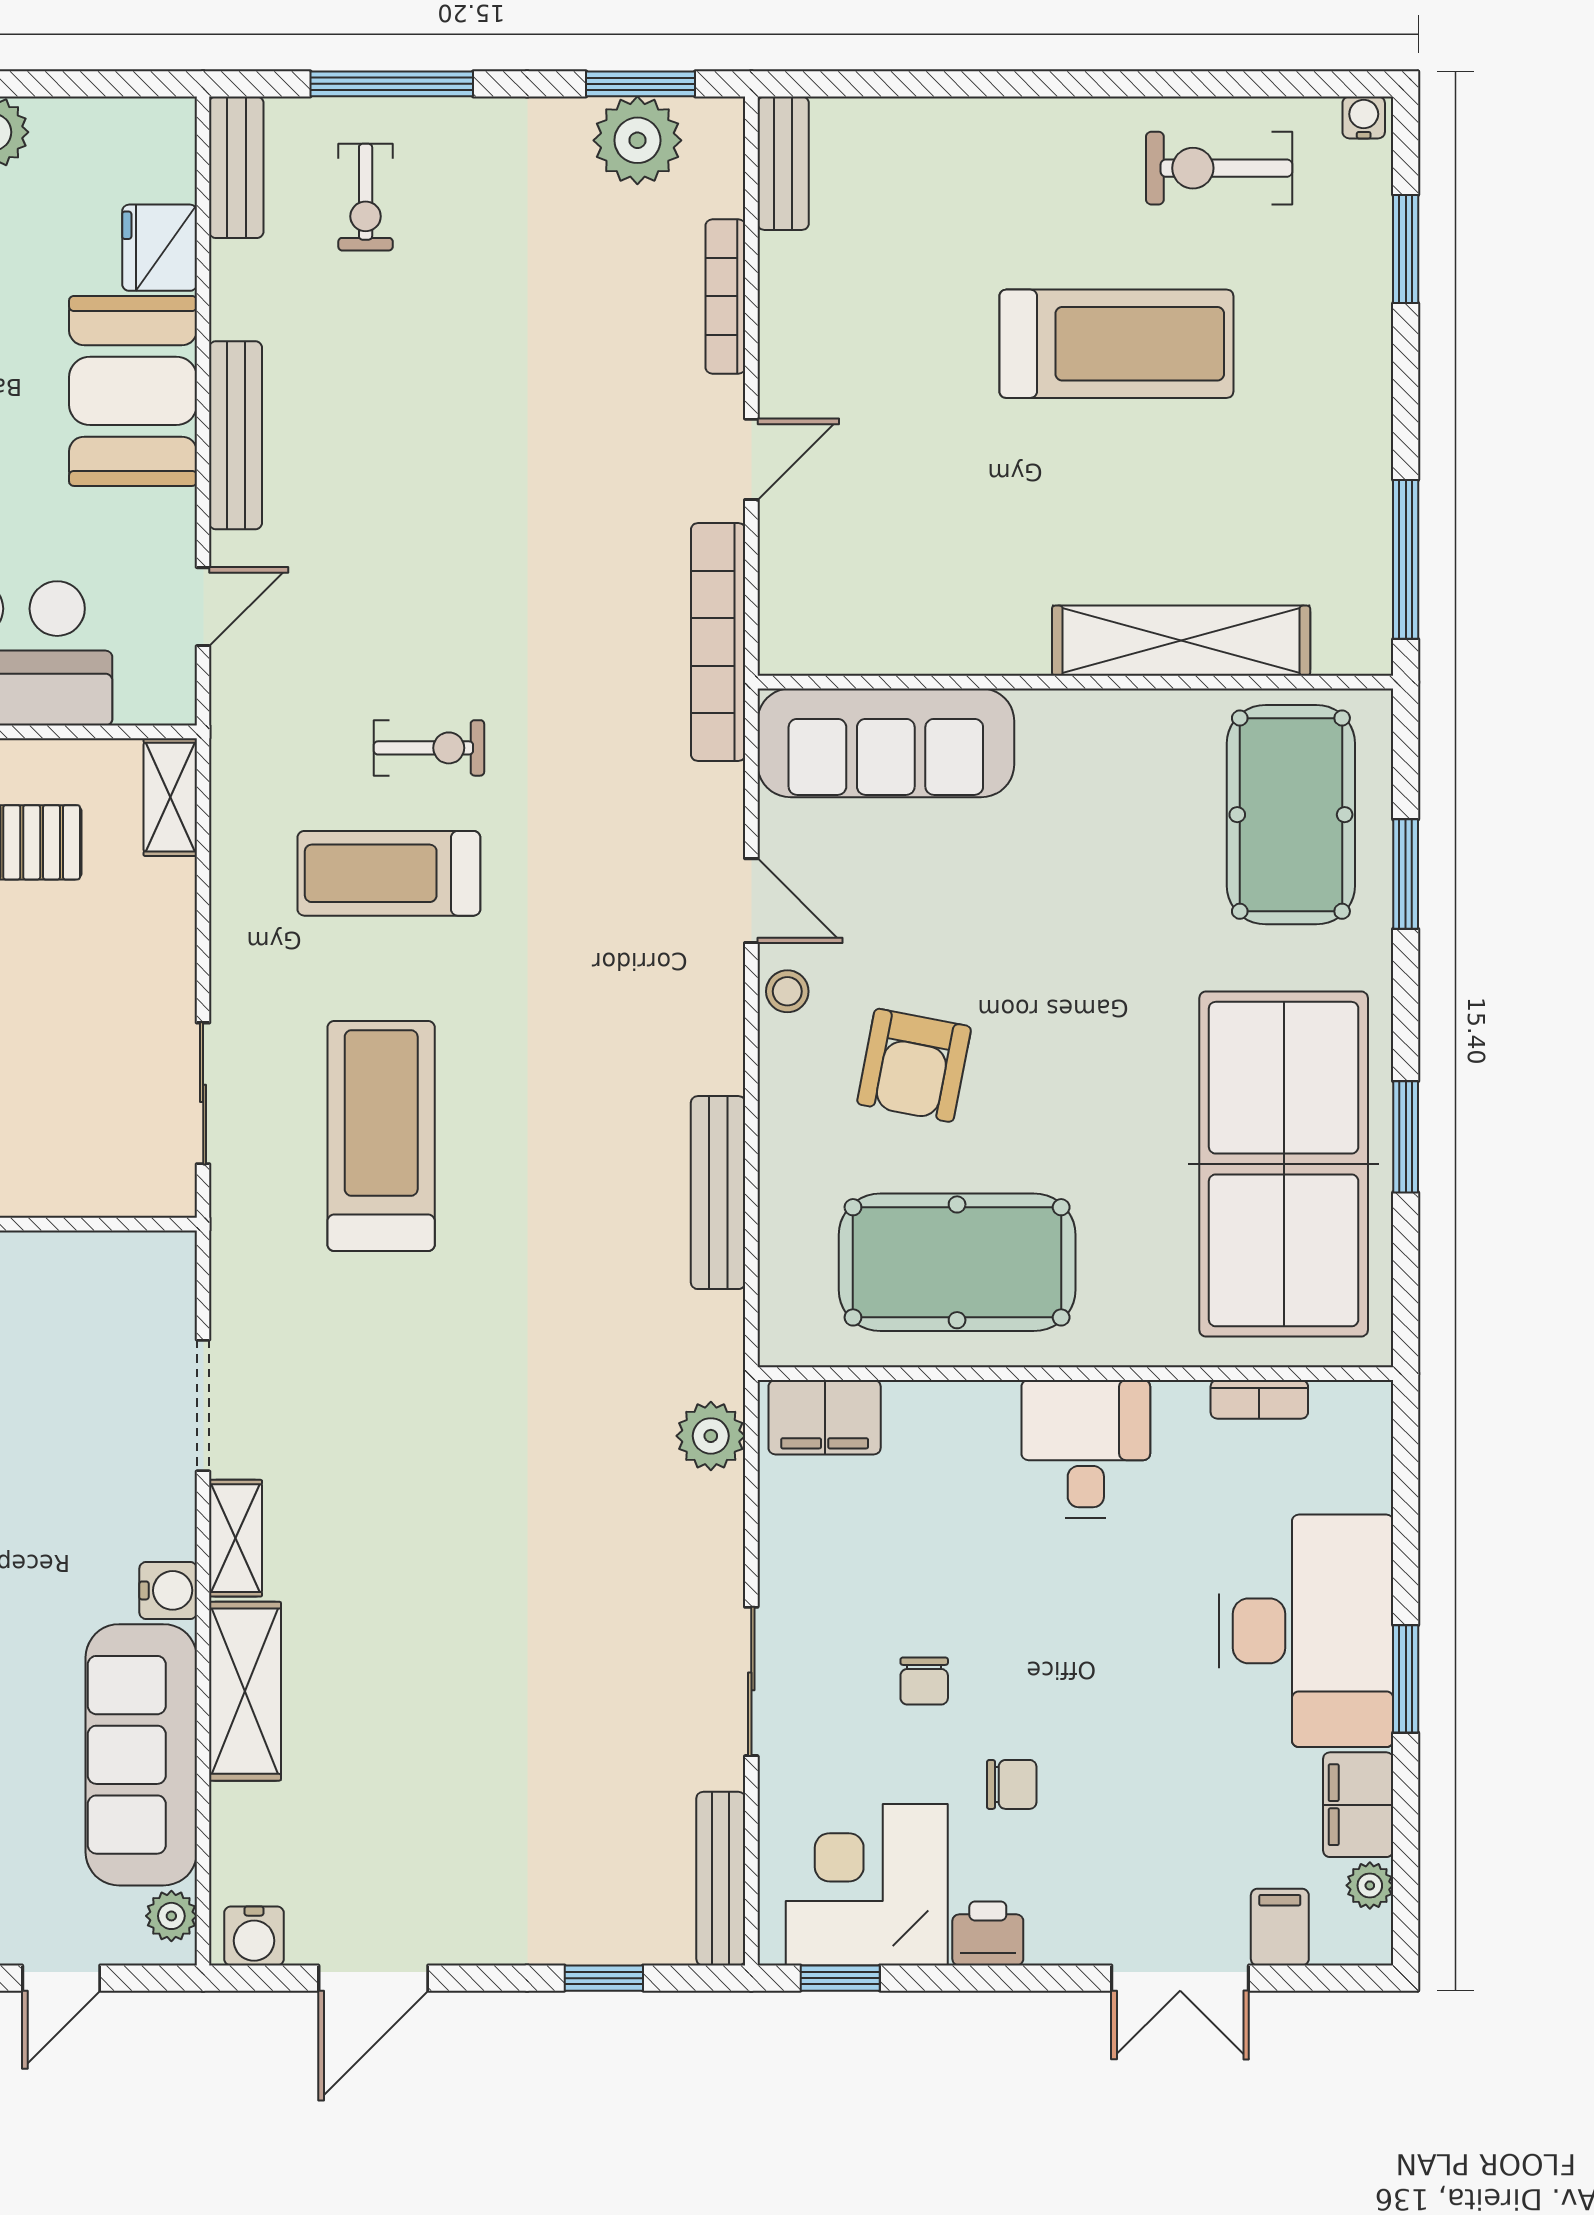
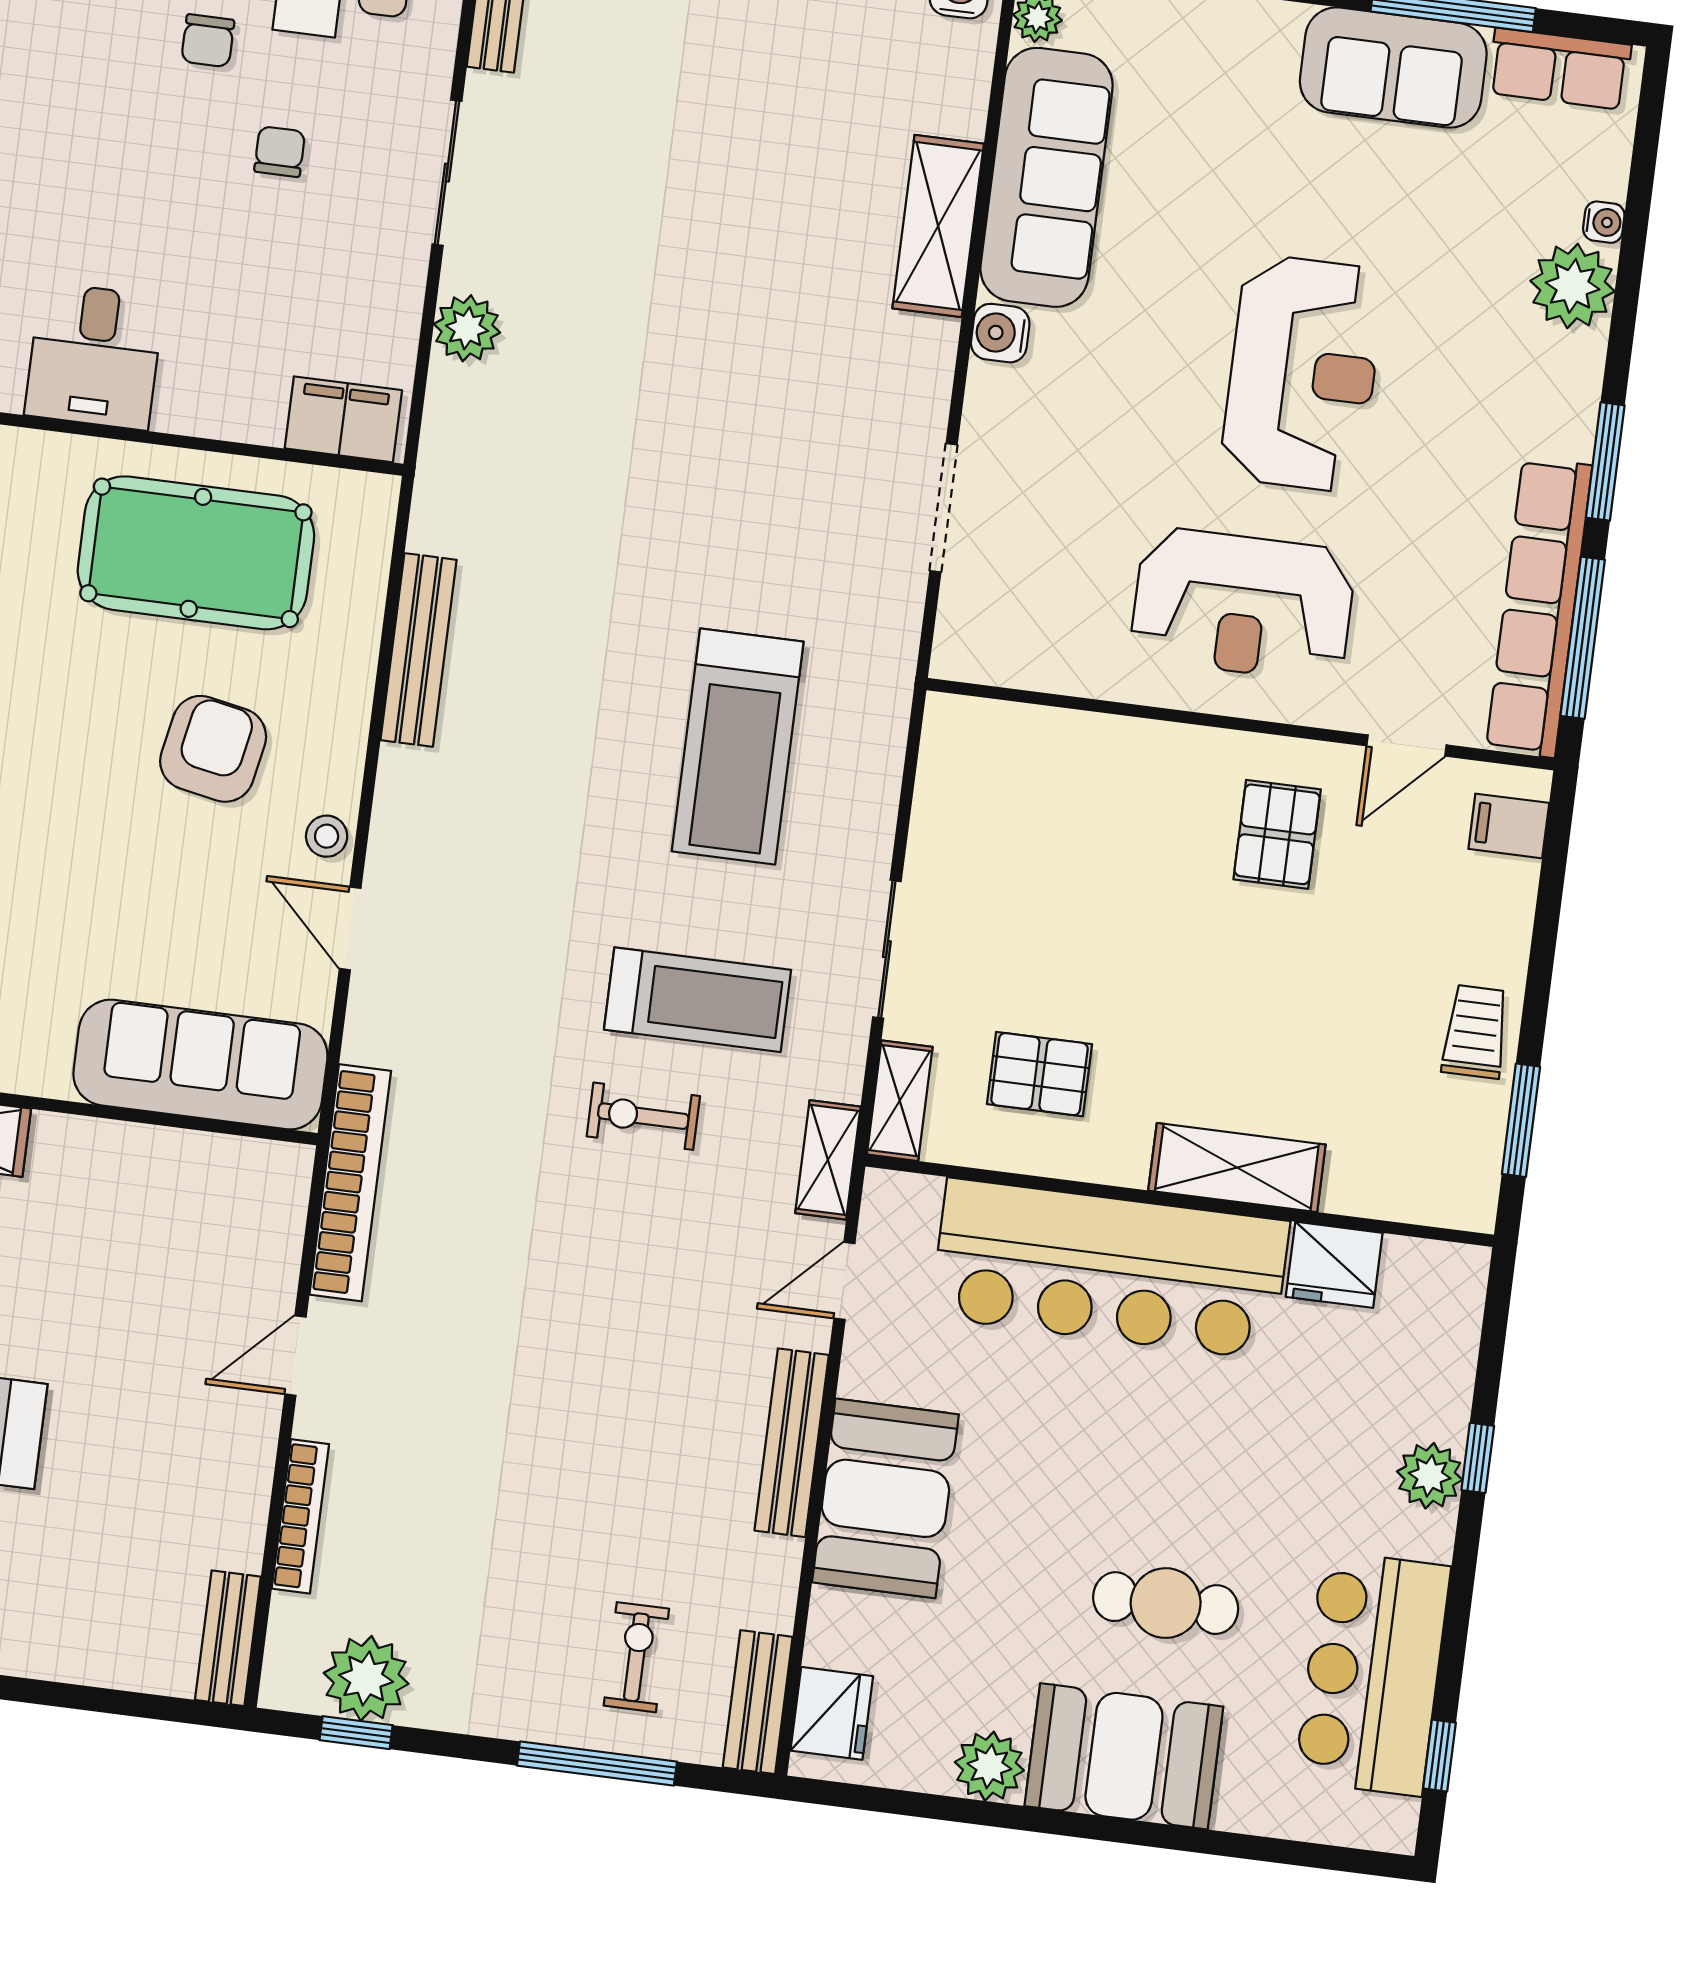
window: (641, 84) -> (356, 1733), width x0.67
fridge: (160, 248) -> (832, 1713), moved
sliding door: (203, 1093) -> (887, 949), moved
plant: (711, 1436) -> (467, 328), moved
shelving: (236, 1538) -> (828, 1160), moved
chair: (1012, 1784) -> (208, 41), turned -90

